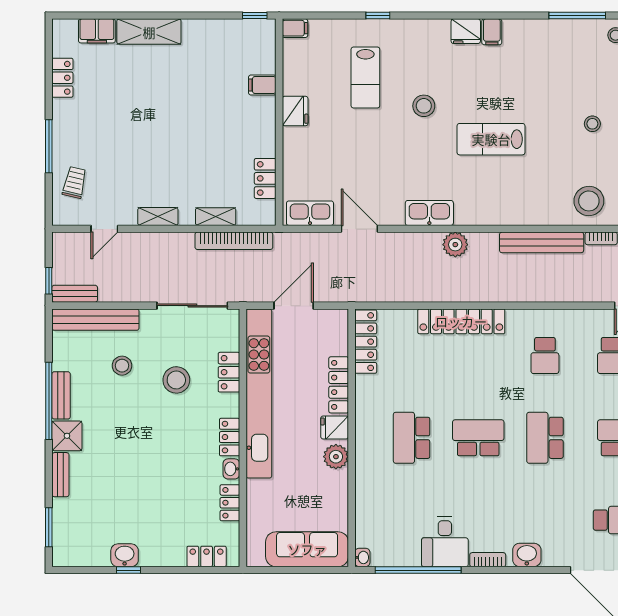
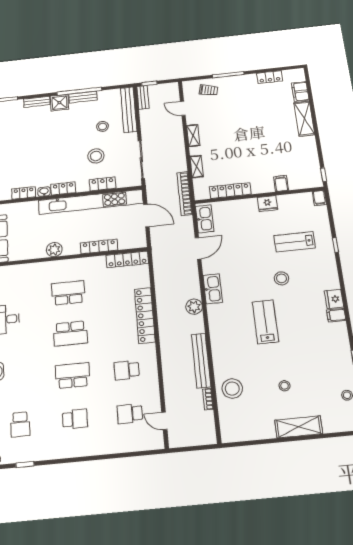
locker: (265, 178) -> (230, 191), width x1.53
bookcase: (234, 241) -> (185, 194), moved
fridge: (335, 427) -> (72, 247), removed
school desk: (478, 438) -> (70, 333), turned 90

